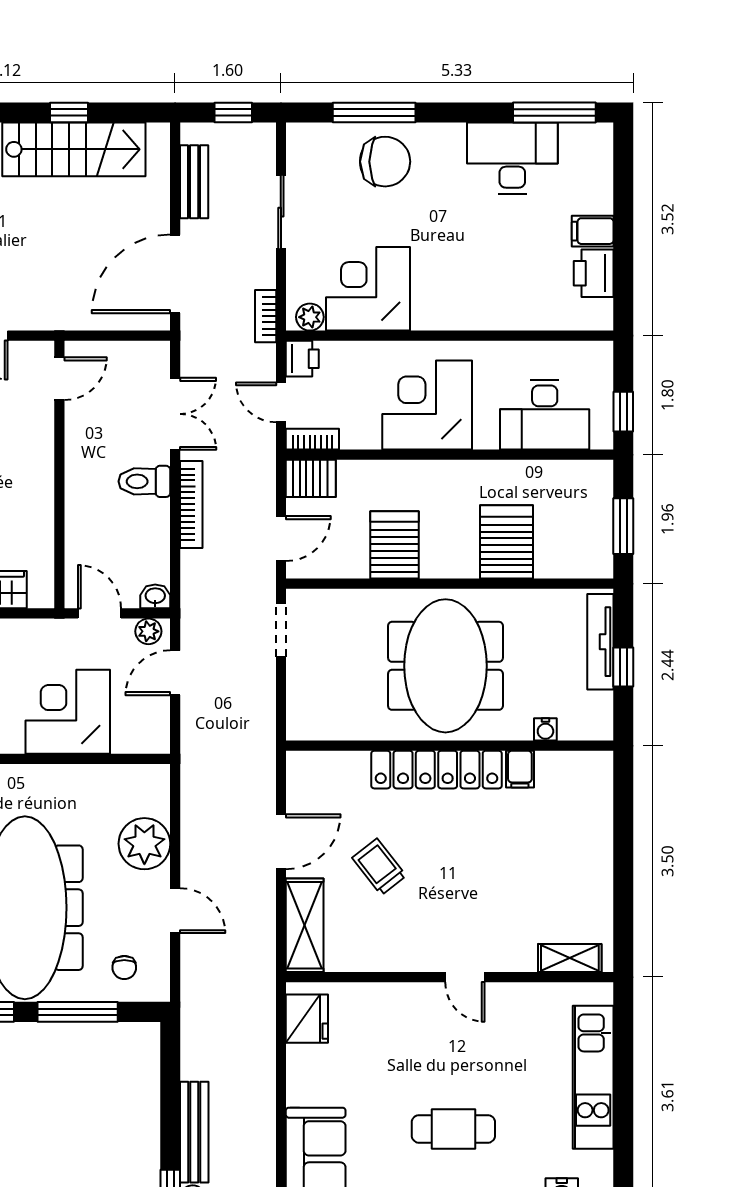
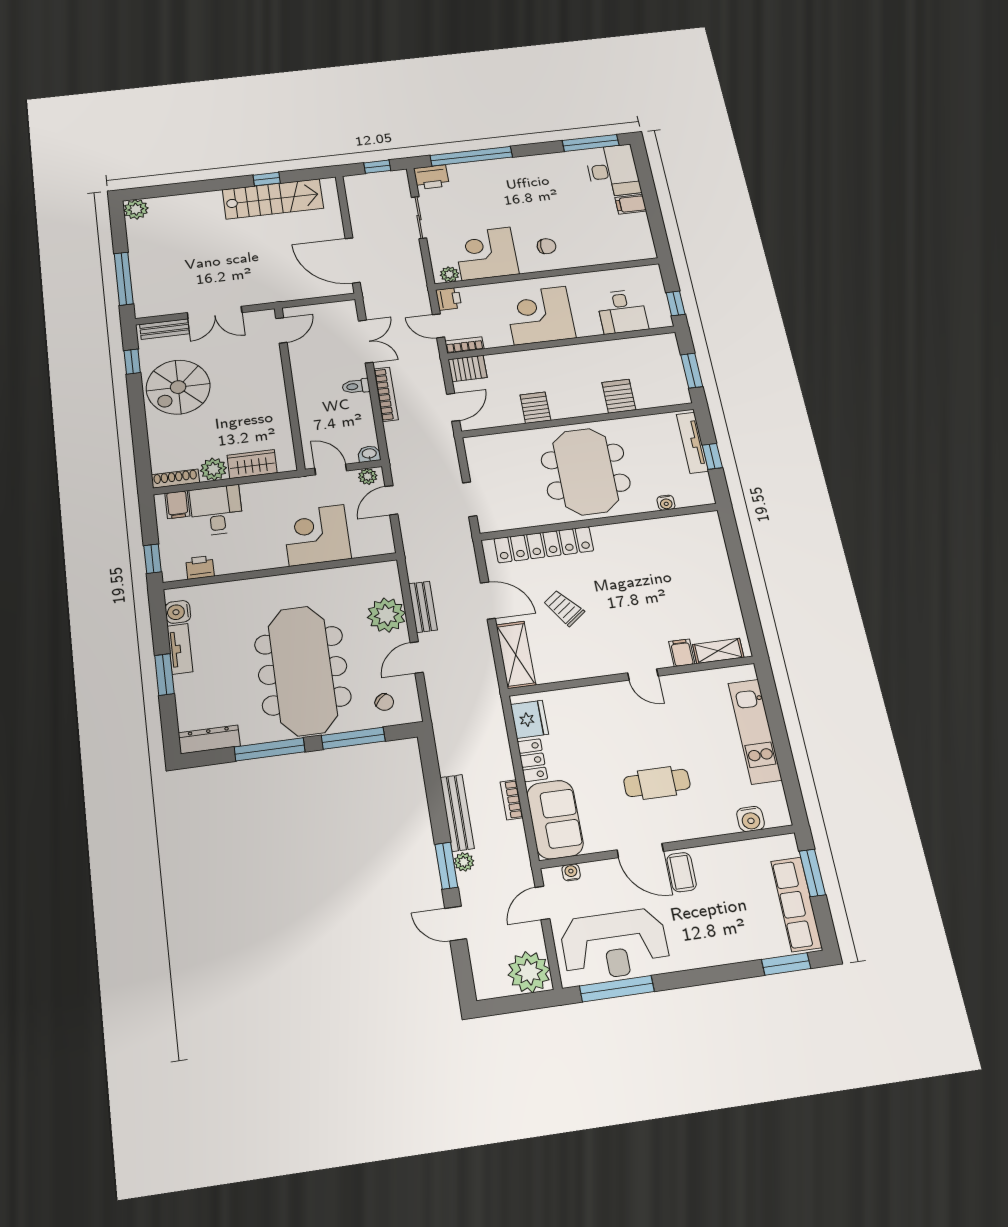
window: (374, 112) -> (471, 156), width x1.46
desk: (512, 158) -> (613, 171), moved, turned 90
chair: (385, 162) -> (547, 246), moved, width x0.54, depth x0.54
bench: (194, 182) -> (423, 607), moved
printer: (594, 273) -> (431, 177), moved, turned -90
door: (175, 274) -> (353, 260), hinge flipped
bookcase: (266, 316) -> (512, 800), moved
desk: (545, 415) -> (622, 312), width x0.73
toilet: (144, 481) -> (356, 386), width x0.73, depth x0.72
server rack: (507, 542) -> (619, 396), width x0.73, depth x0.70
server rack: (394, 545) -> (535, 408), width x0.73, depth x0.70
doorway: (281, 630) -> (470, 499), moved
filing cabinet: (520, 769) -> (682, 653), moved, turned 180
locker: (436, 770) -> (544, 545), moved
door: (281, 842) -> (488, 601), hinge flipped
door: (175, 911) -> (417, 658), swing flipped
chair: (124, 968) -> (384, 702), turned -45
locker: (301, 1075) -> (532, 760), added

